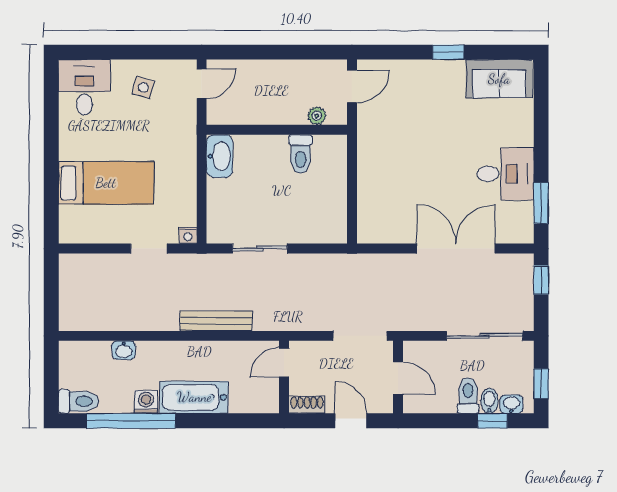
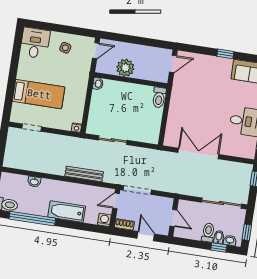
plant: (317, 116) -> (125, 68), moved, width x1.87, depth x1.87
toilet: (300, 154) -> (159, 97), moved
washbasin: (220, 156) -> (98, 84), width x0.52, depth x0.69
doorway: (149, 249) -> (32, 128), moved
double door: (456, 249) -> (198, 153), moved
doorway: (360, 336) -> (137, 190), moved
washing machine: (146, 402) -> (104, 220), moved

